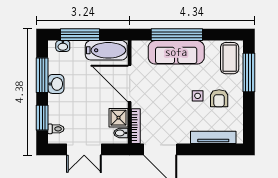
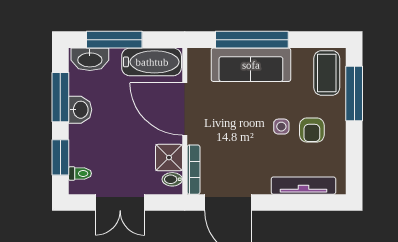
washbasin: (63, 46) -> (90, 59), width x1.91, depth x1.45

